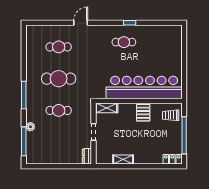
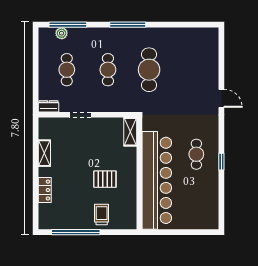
cafe table: (59, 47) -> (67, 70), moved
bar counter: (144, 87) -> (157, 180), moved
wall: (139, 101) -> (139, 173), moved
shelving: (107, 108) -> (130, 132), moved
plant: (30, 127) -> (62, 33), moved
locker: (172, 159) -> (45, 190), moved

